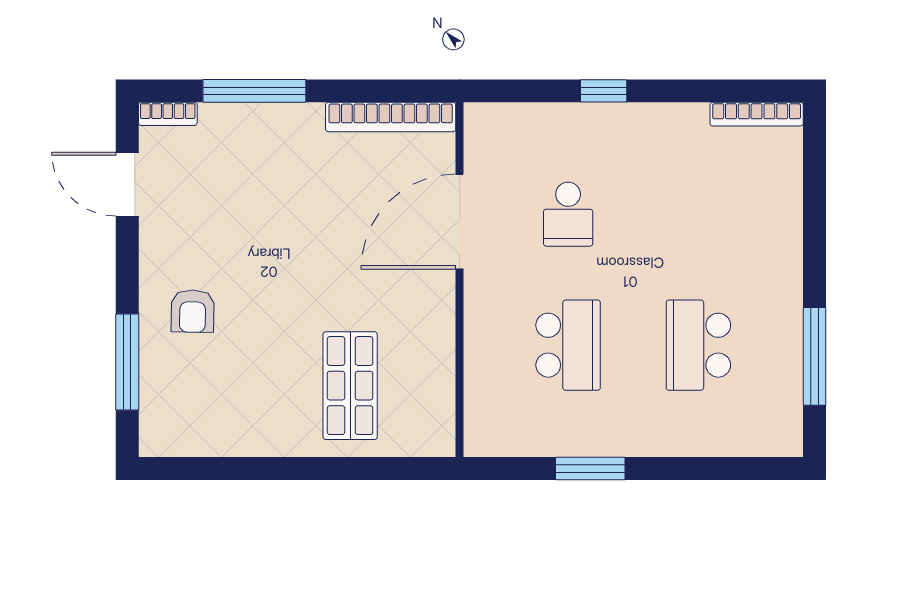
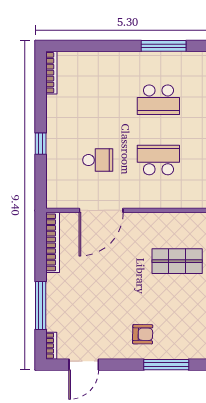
door: (460, 222) -> (101, 210), hinge flipped

